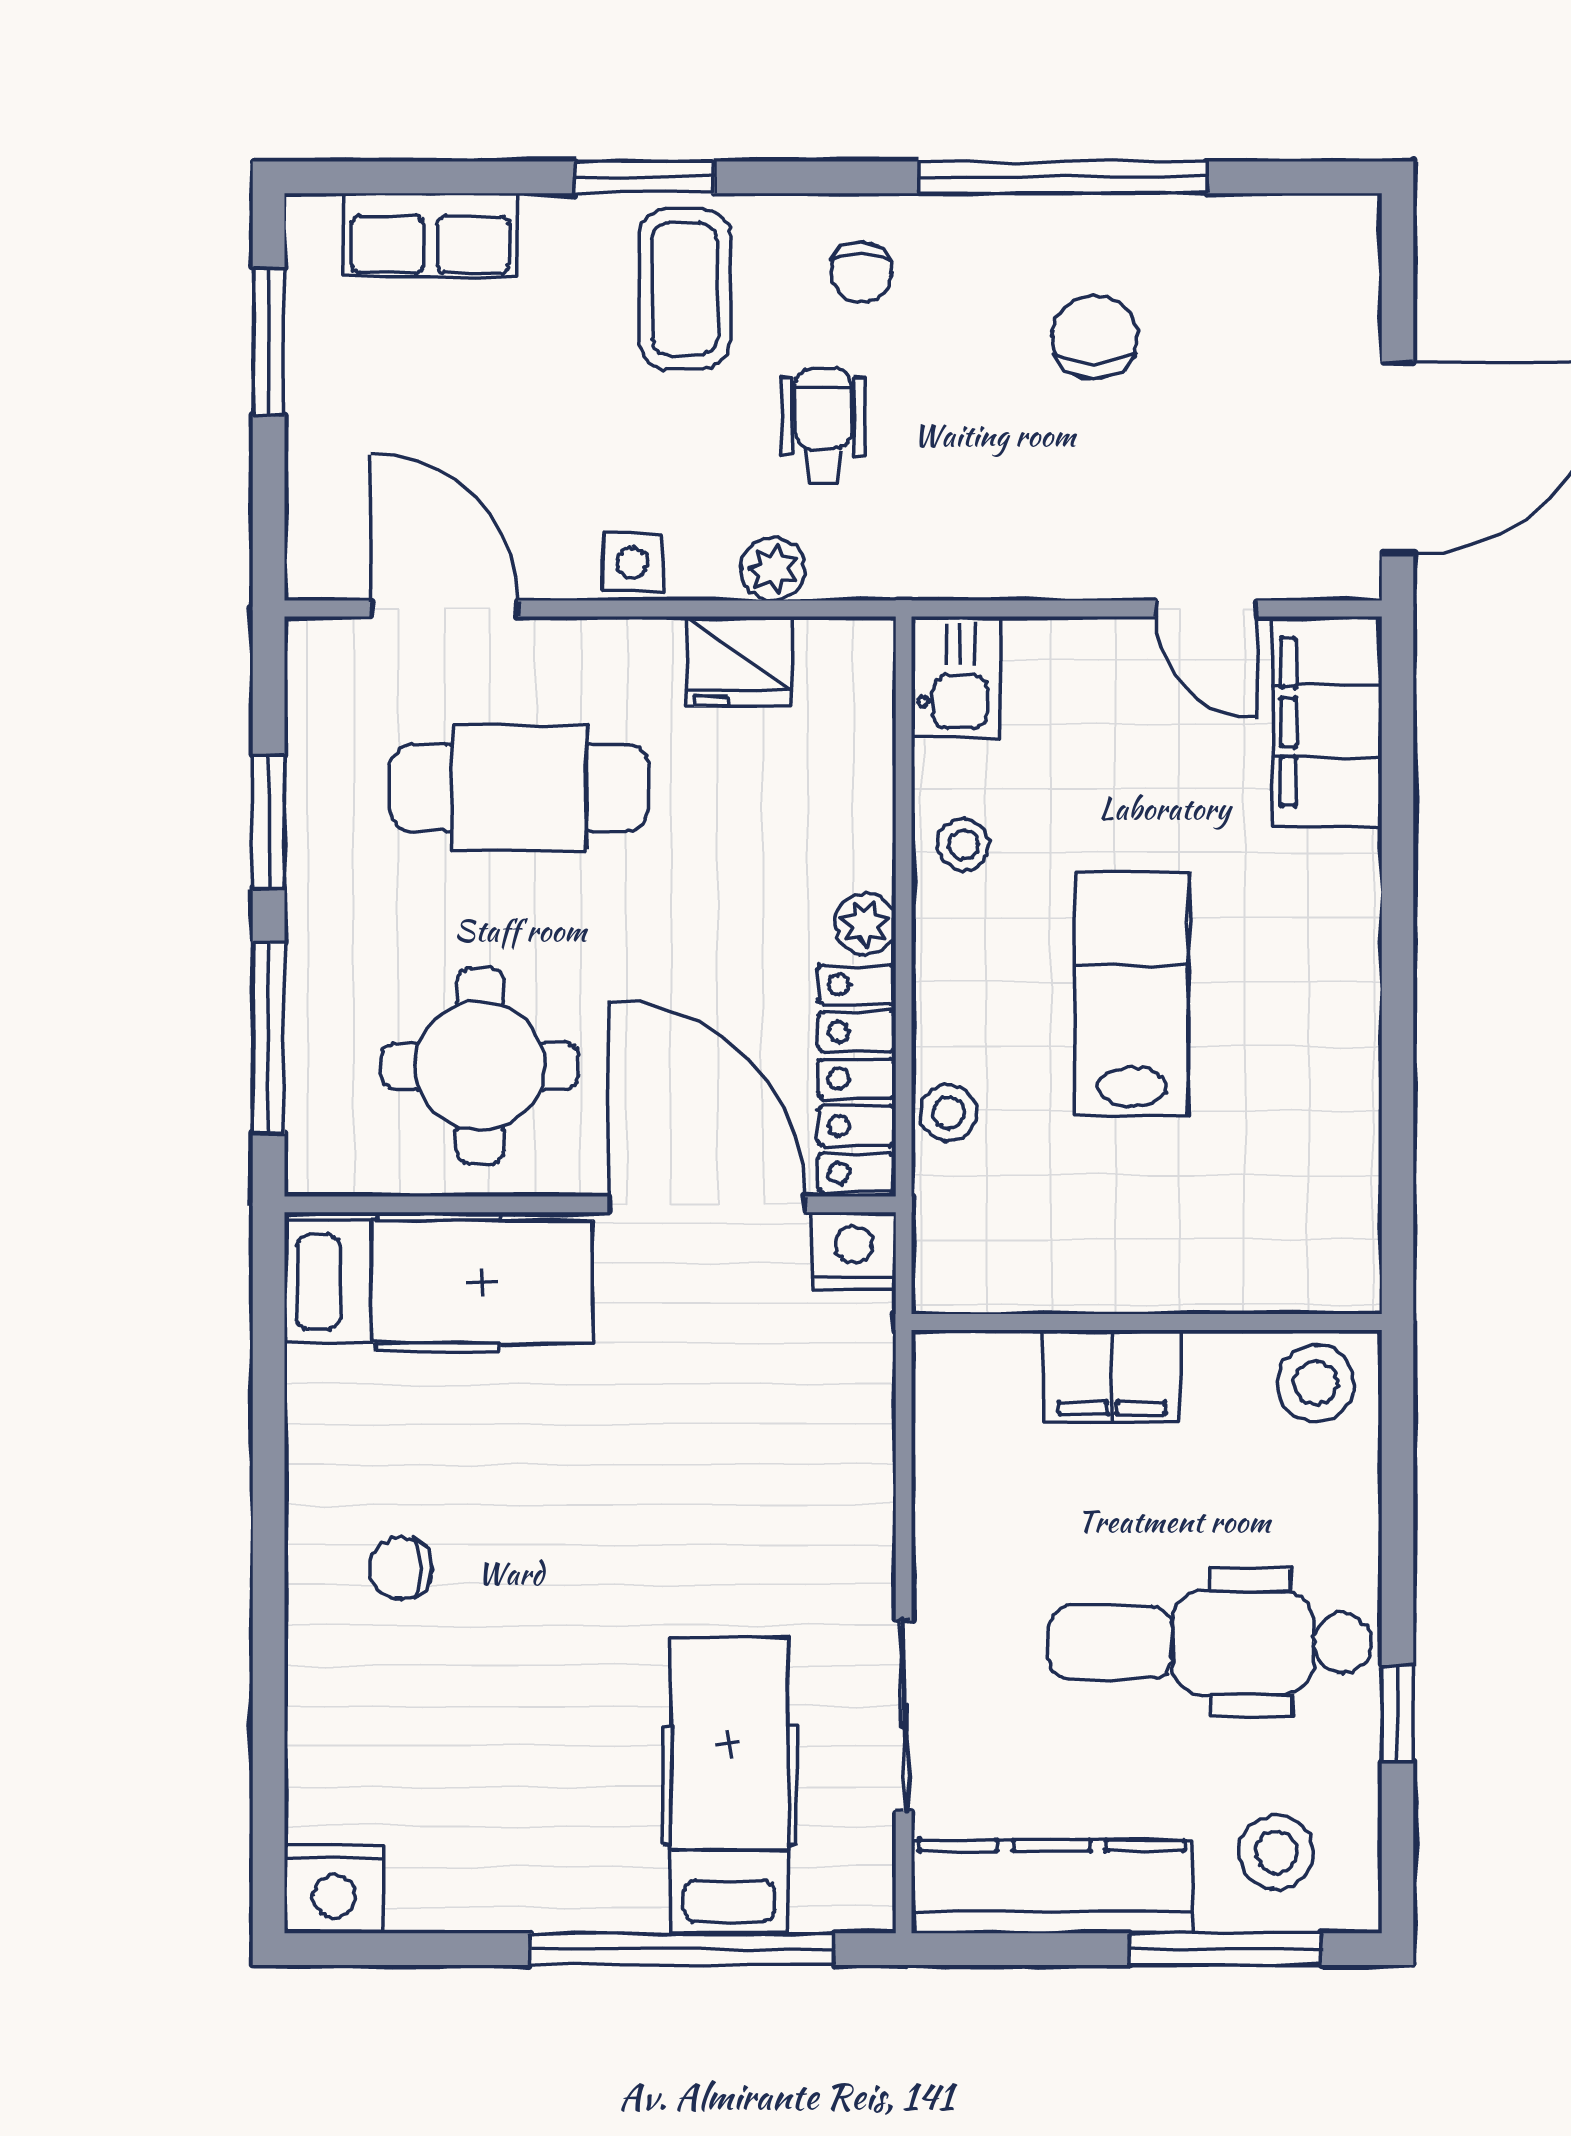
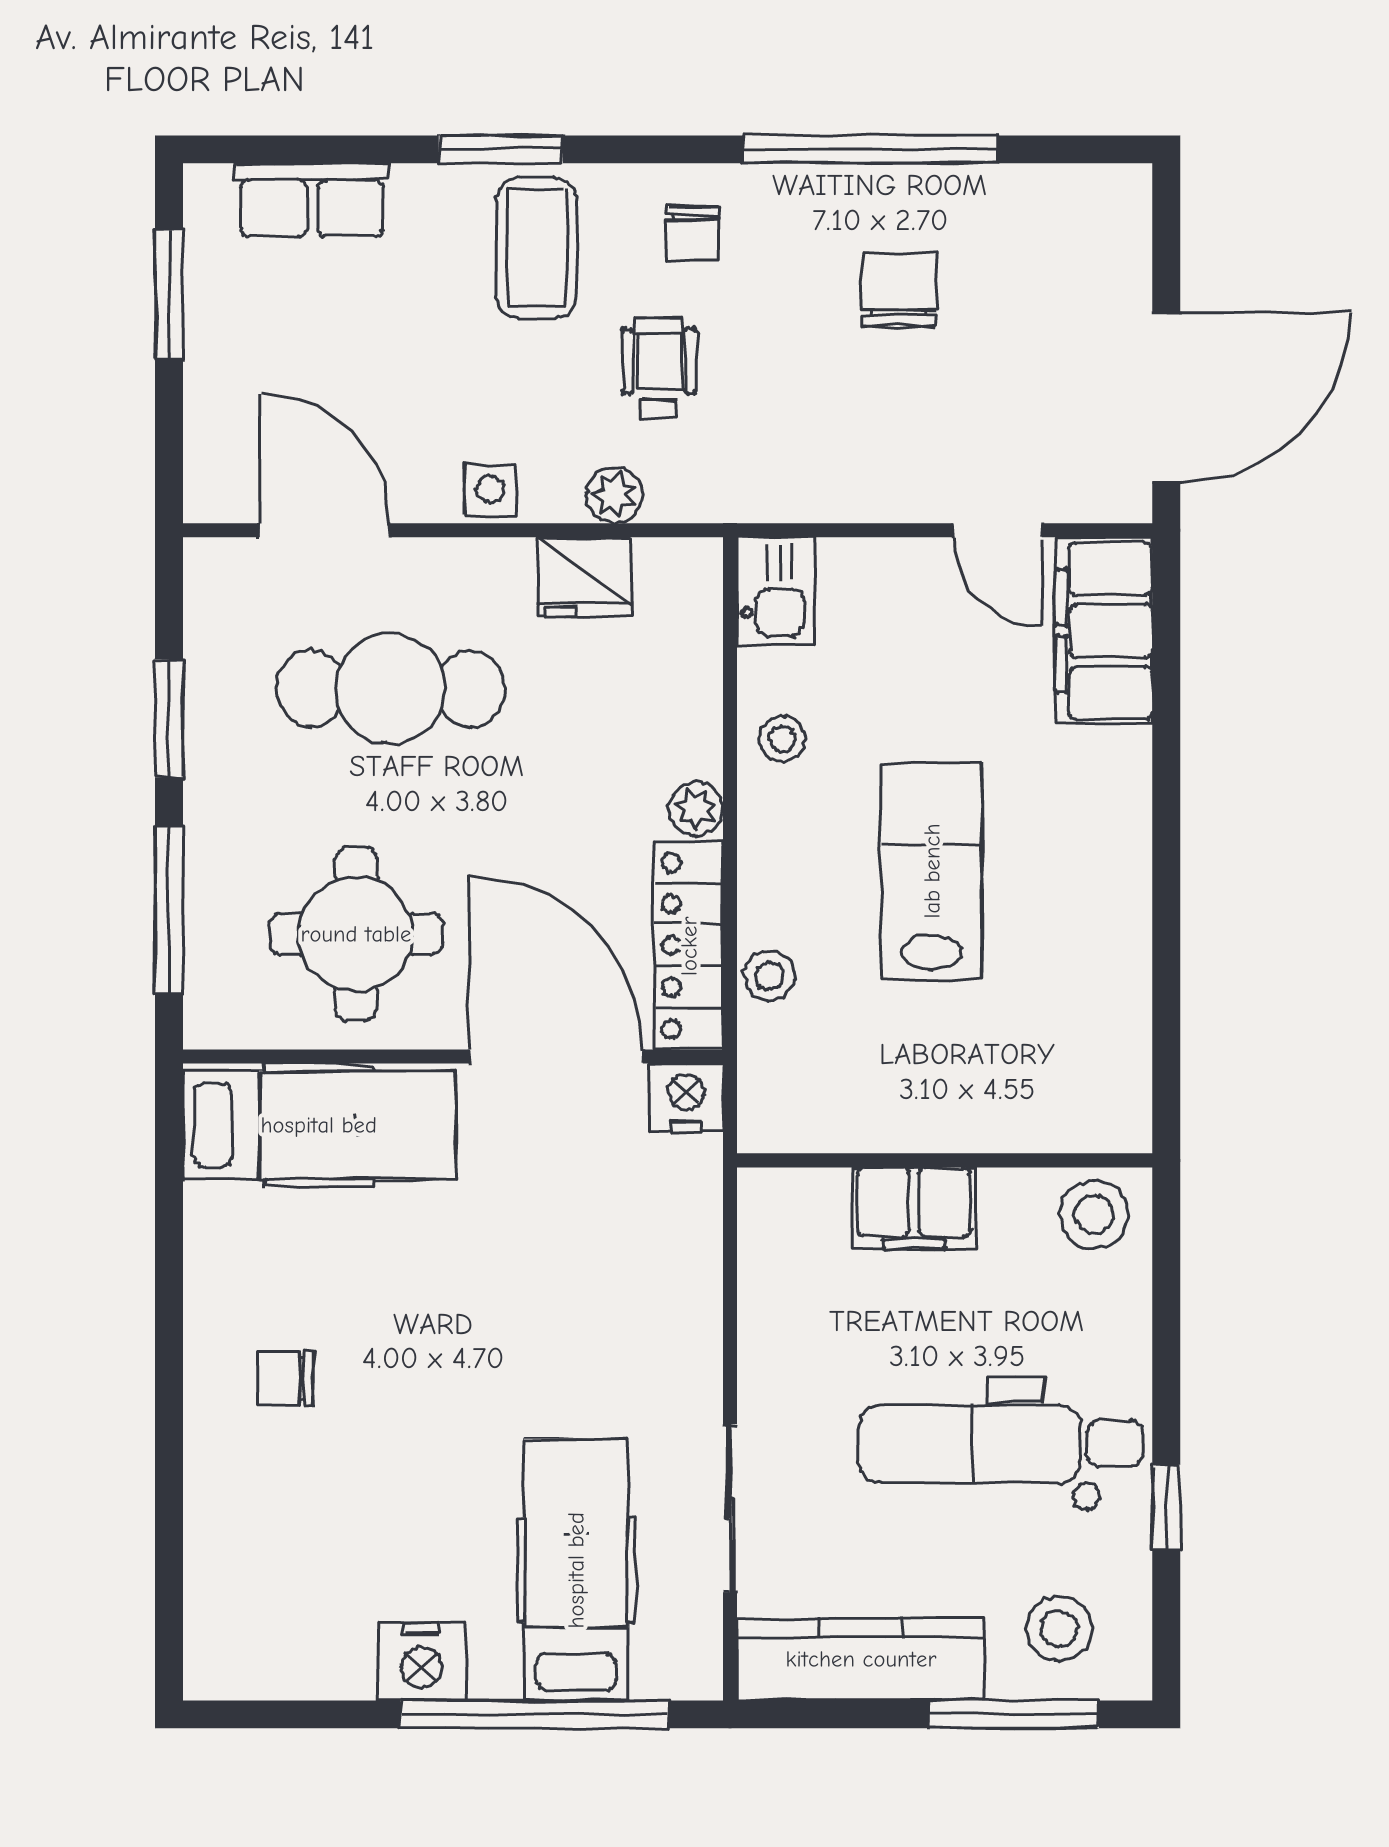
nightstand: (334, 1889) -> (422, 1661), moved

